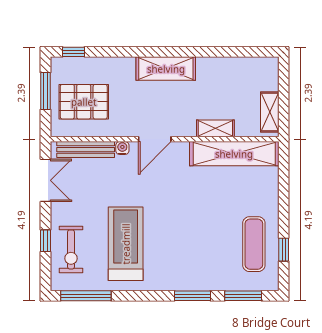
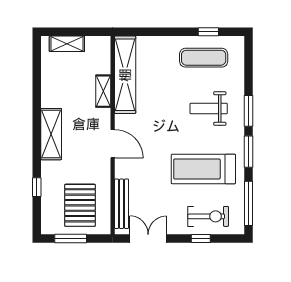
window: (74, 52) -> (37, 187), moved
shelving: (270, 112) -> (67, 44), moved
water cooler: (122, 148) -> (120, 172), removed
weight bench: (195, 250) -> (209, 108), added
window: (243, 296) -> (248, 152), moved

